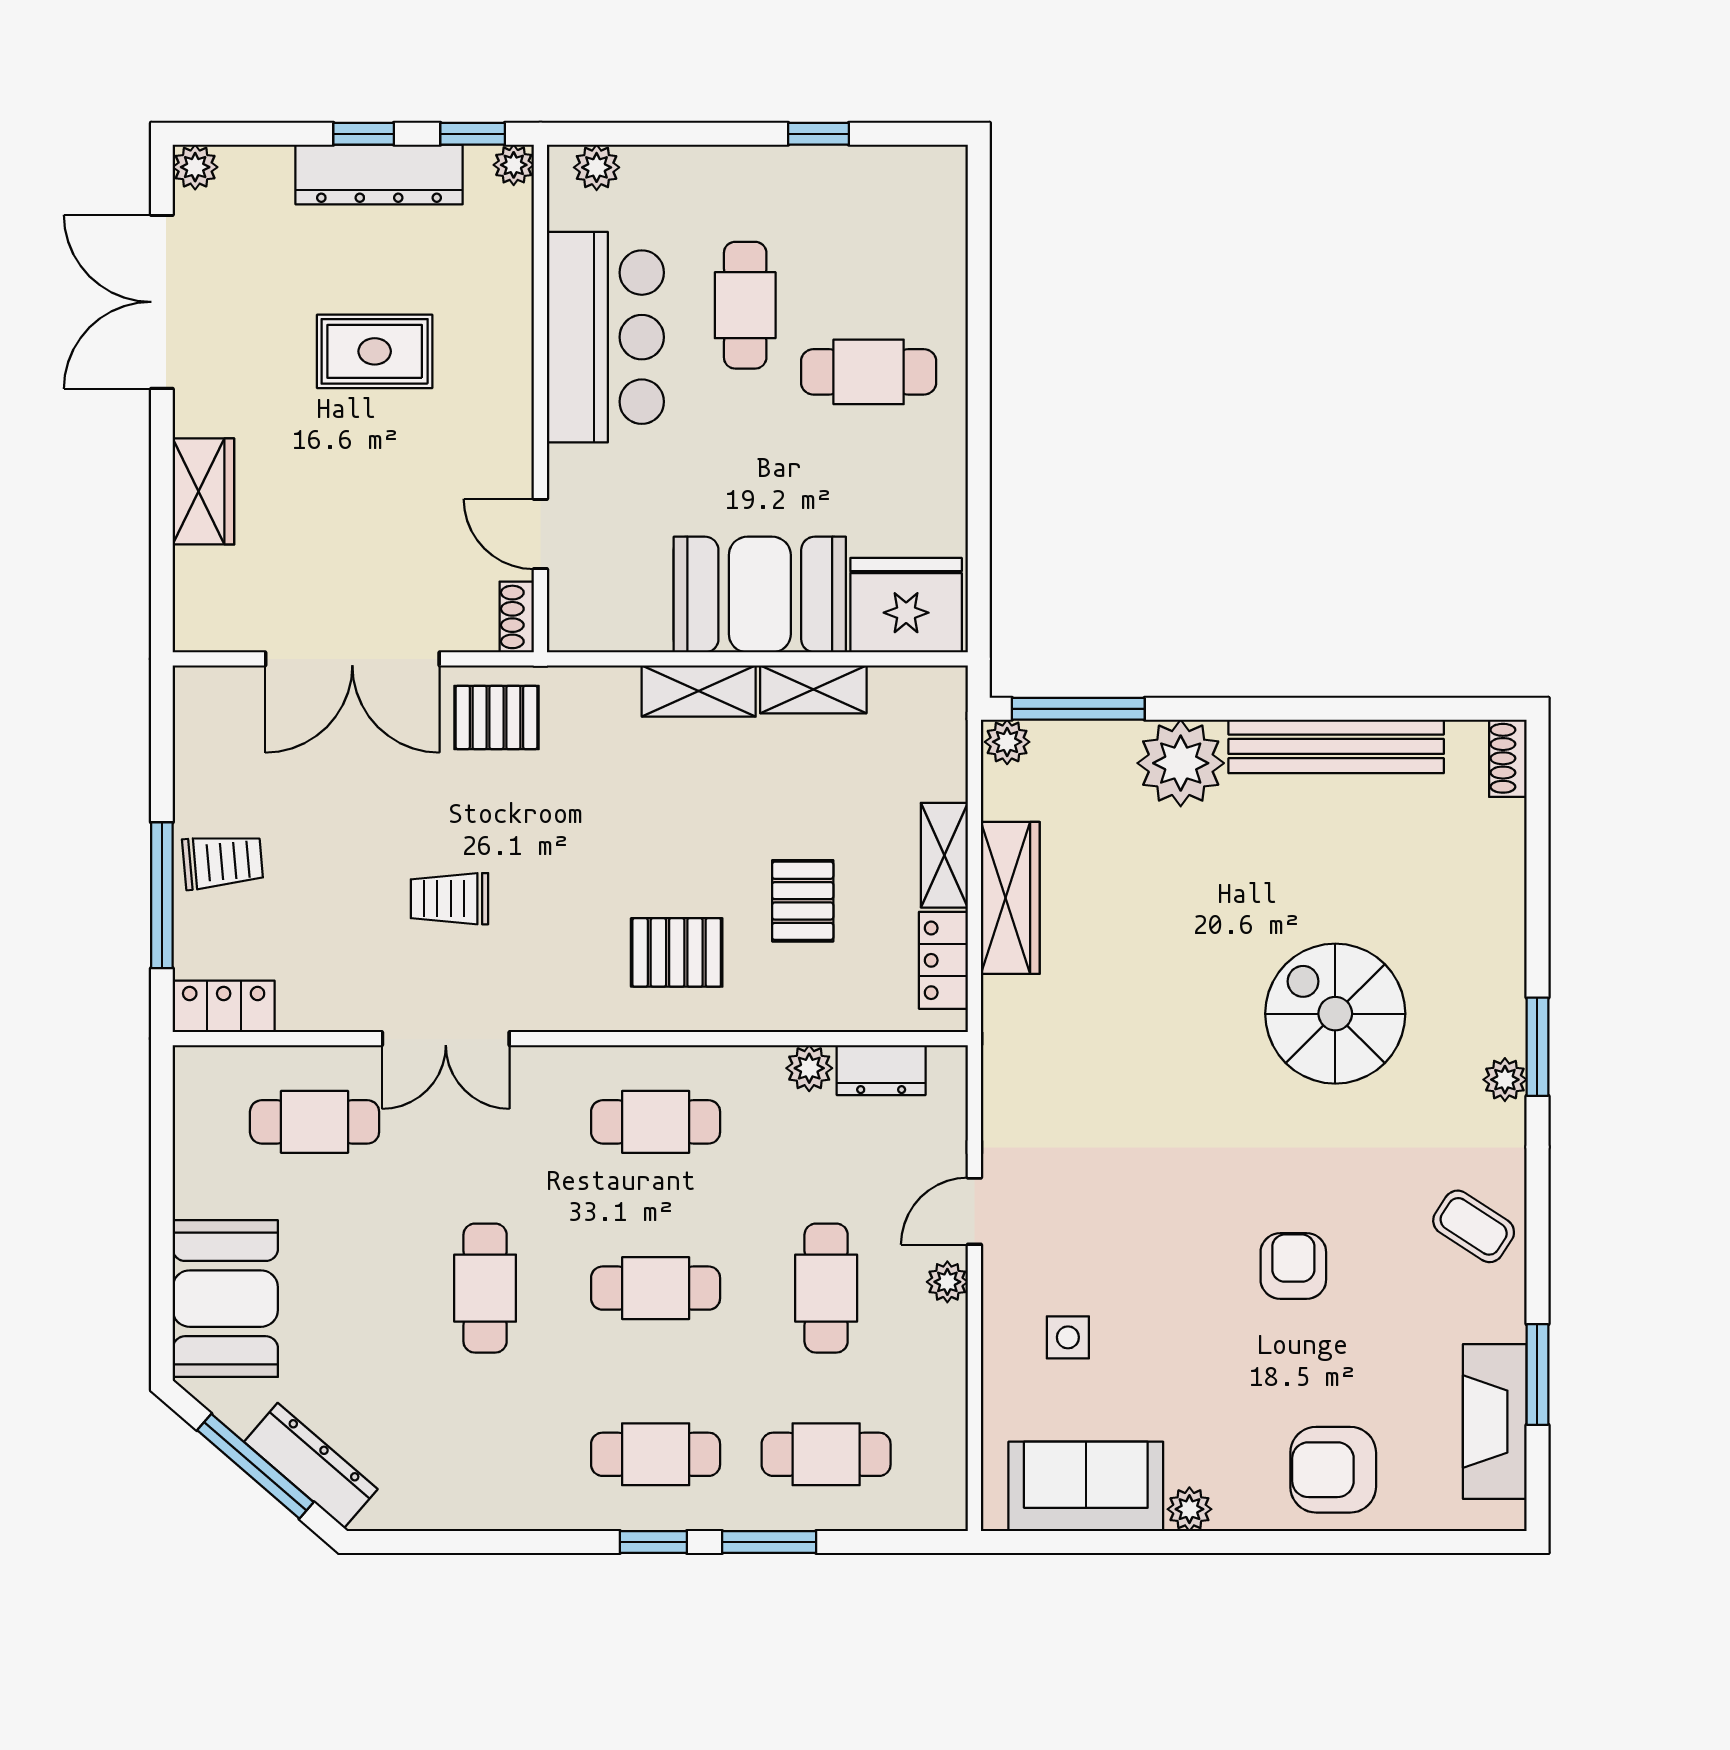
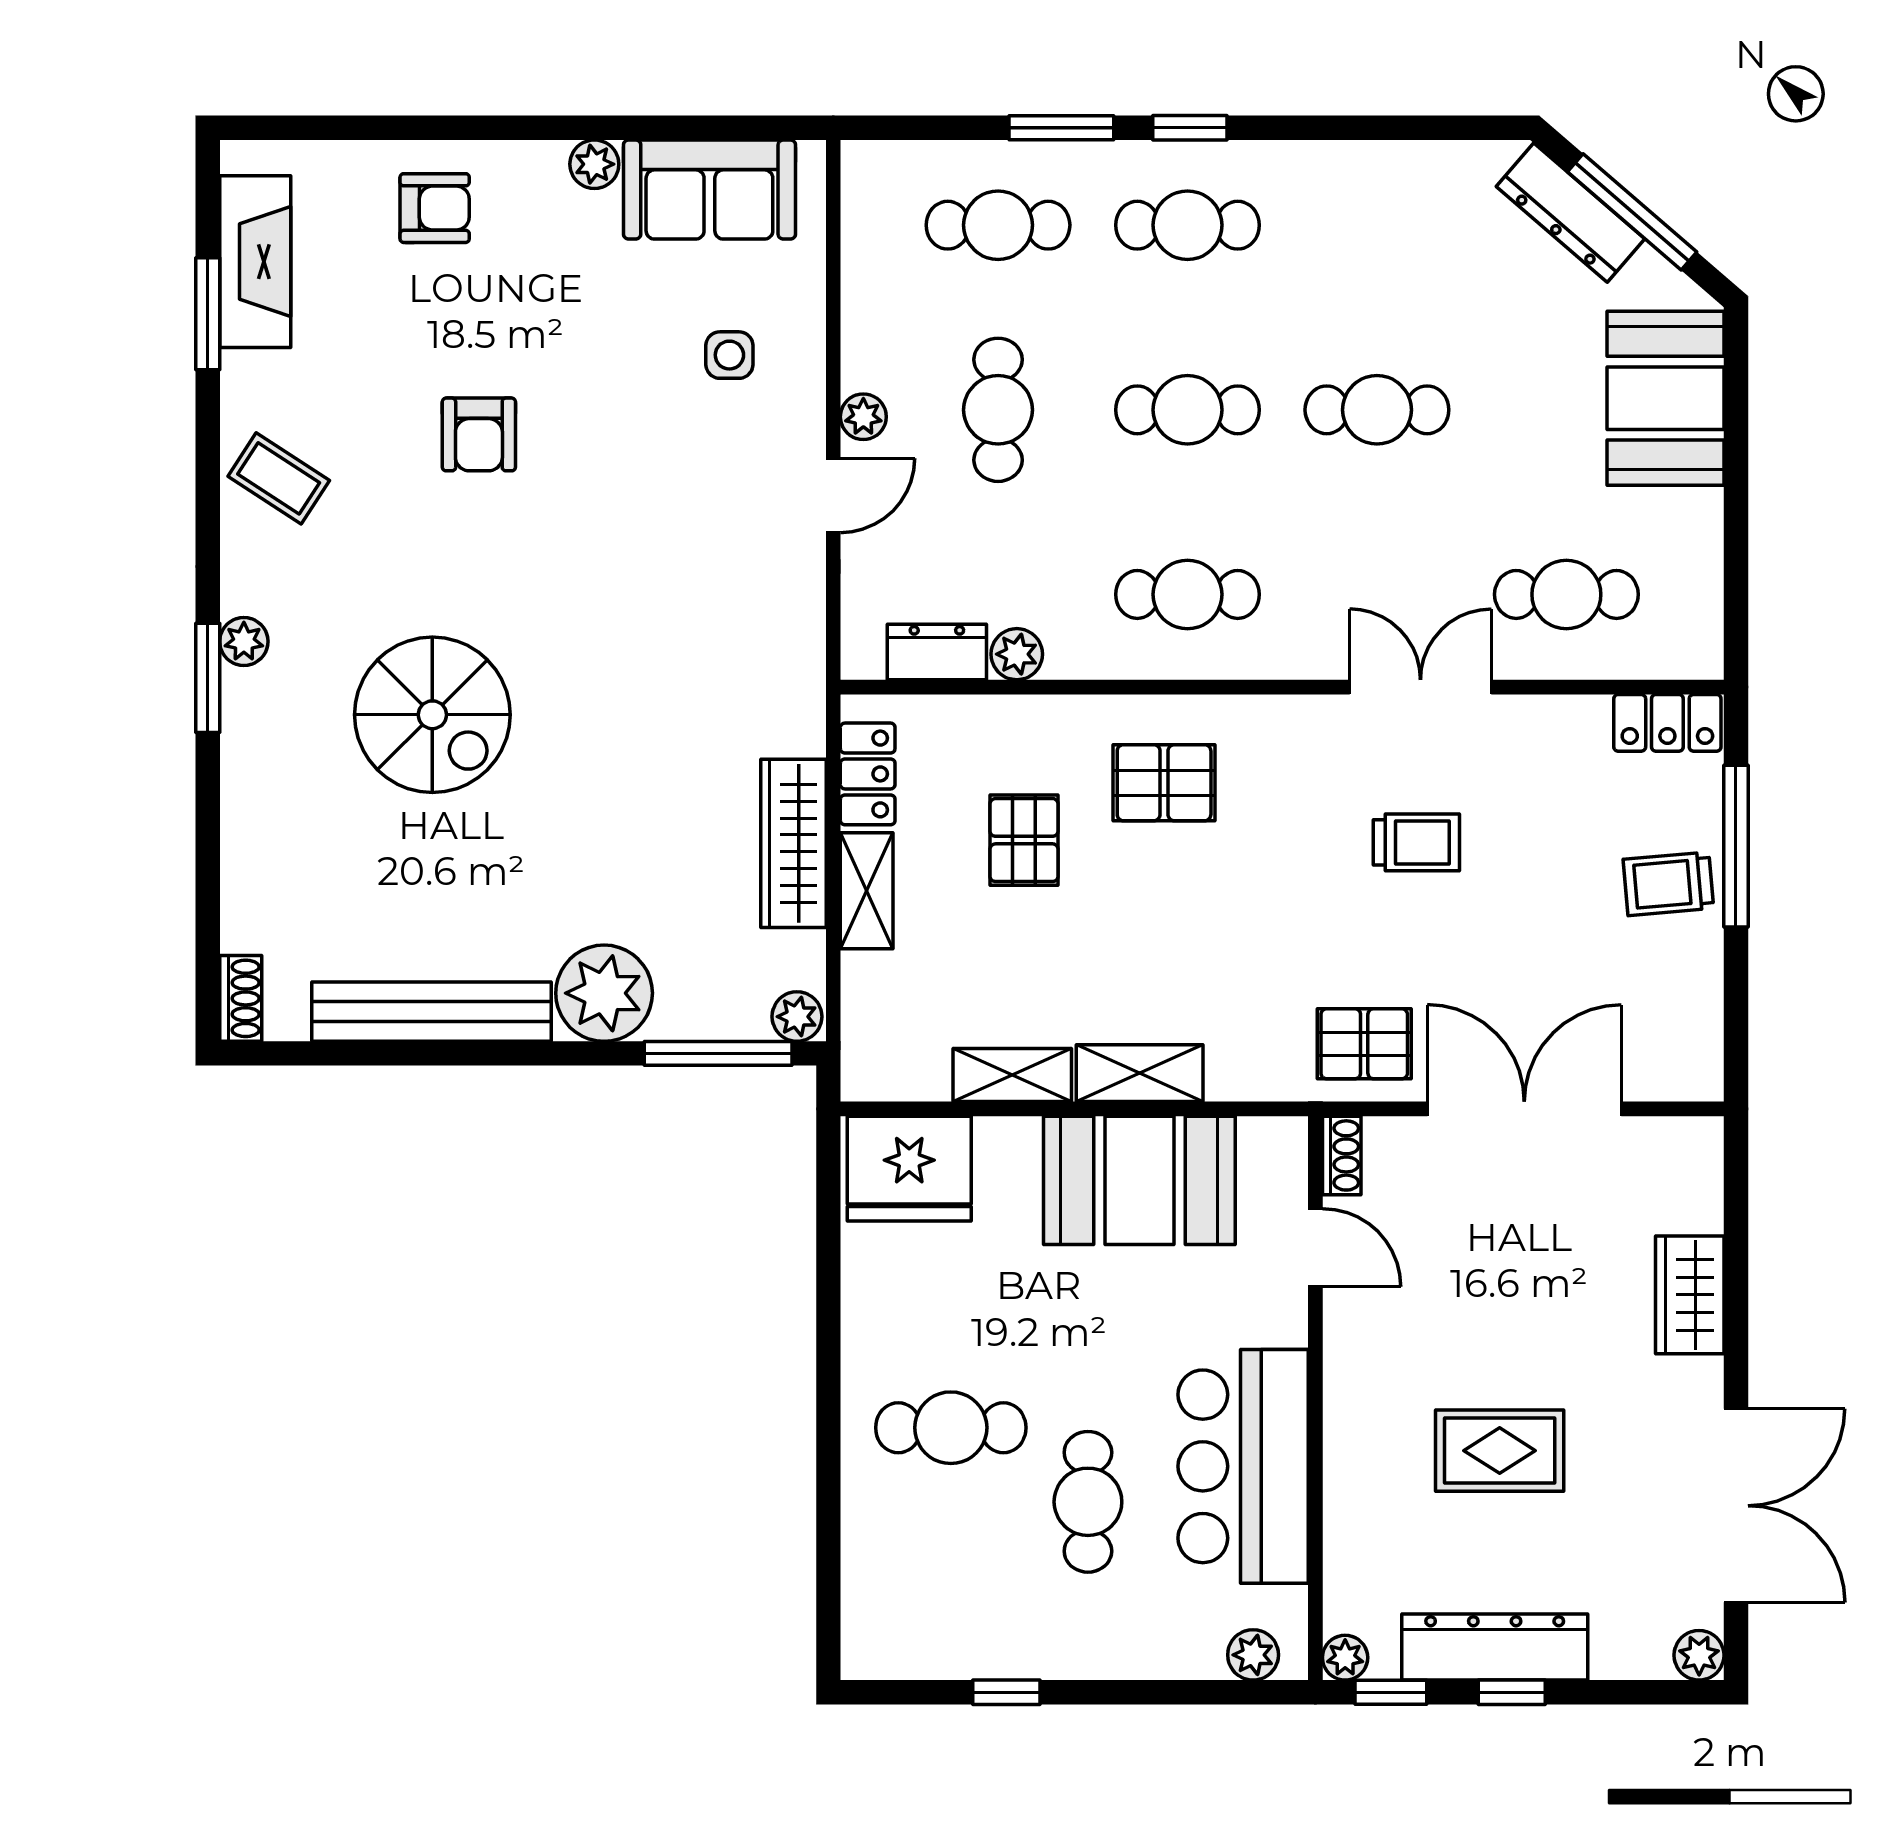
booth: (760, 595) -> (1139, 1180), moved
cafe table: (485, 1288) -> (1377, 410), turned 90
armchair: (1333, 1470) -> (435, 208), width x0.72, depth x0.72

